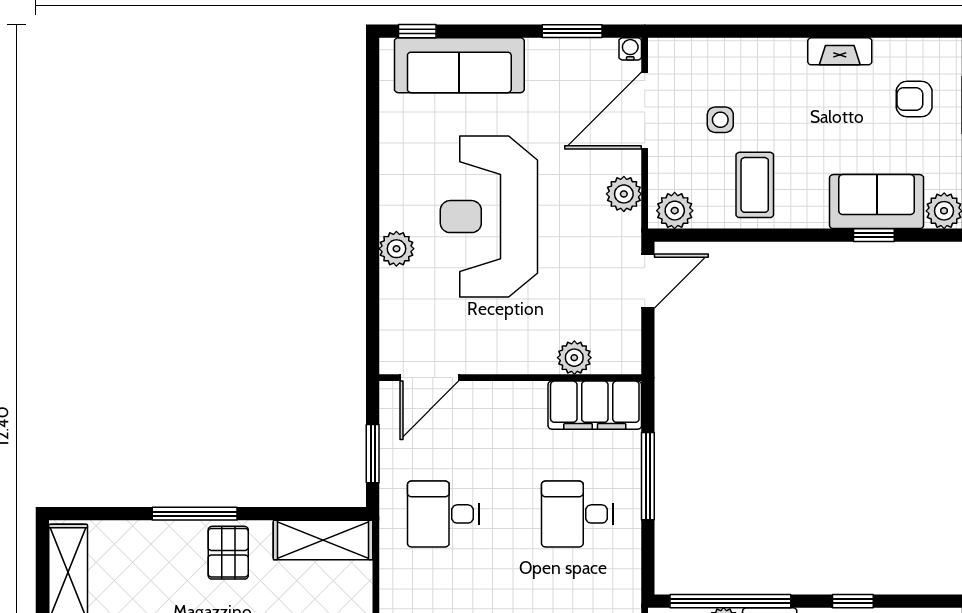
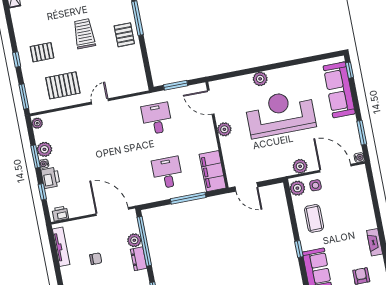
side table: (720, 120) -> (315, 185), moved
coffee table: (755, 185) -> (314, 218), turned 90
window: (874, 235) -> (299, 249), moved
door: (648, 281) -> (246, 187), moved
plant: (574, 358) -> (224, 129), moved
shelving: (323, 540) -> (137, 72), removed
pallet: (228, 553) -> (124, 35), turned 90

